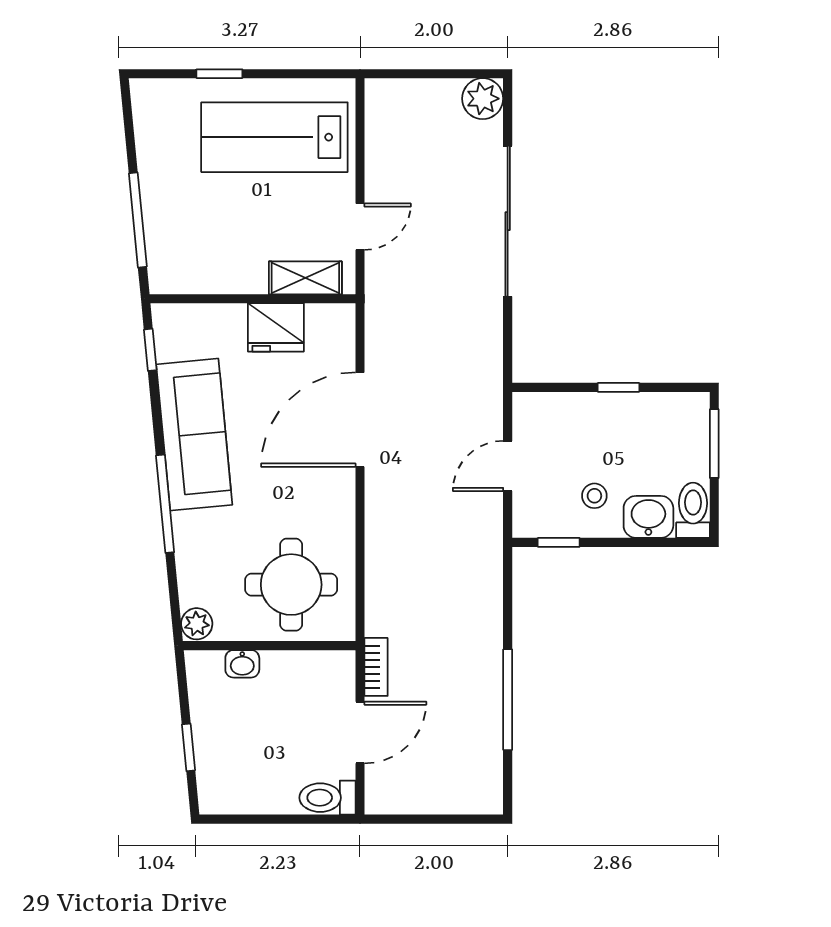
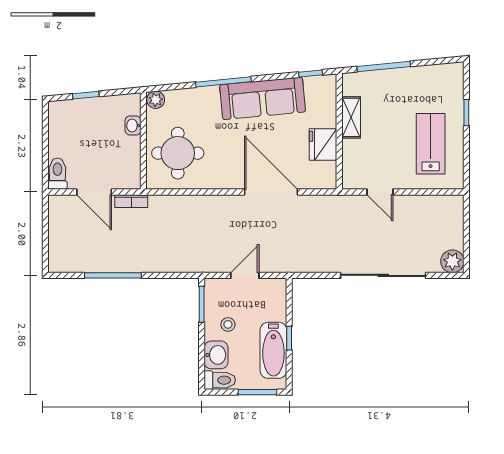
lab bench: (274, 137) -> (431, 144), width x0.73, depth x0.72
shelving: (305, 278) -> (351, 117), moved
bathtub: (640, 415) -> (273, 350), added
door: (508, 466) -> (245, 275), hinge flipped
window: (559, 542) -> (202, 304), width x1.50

